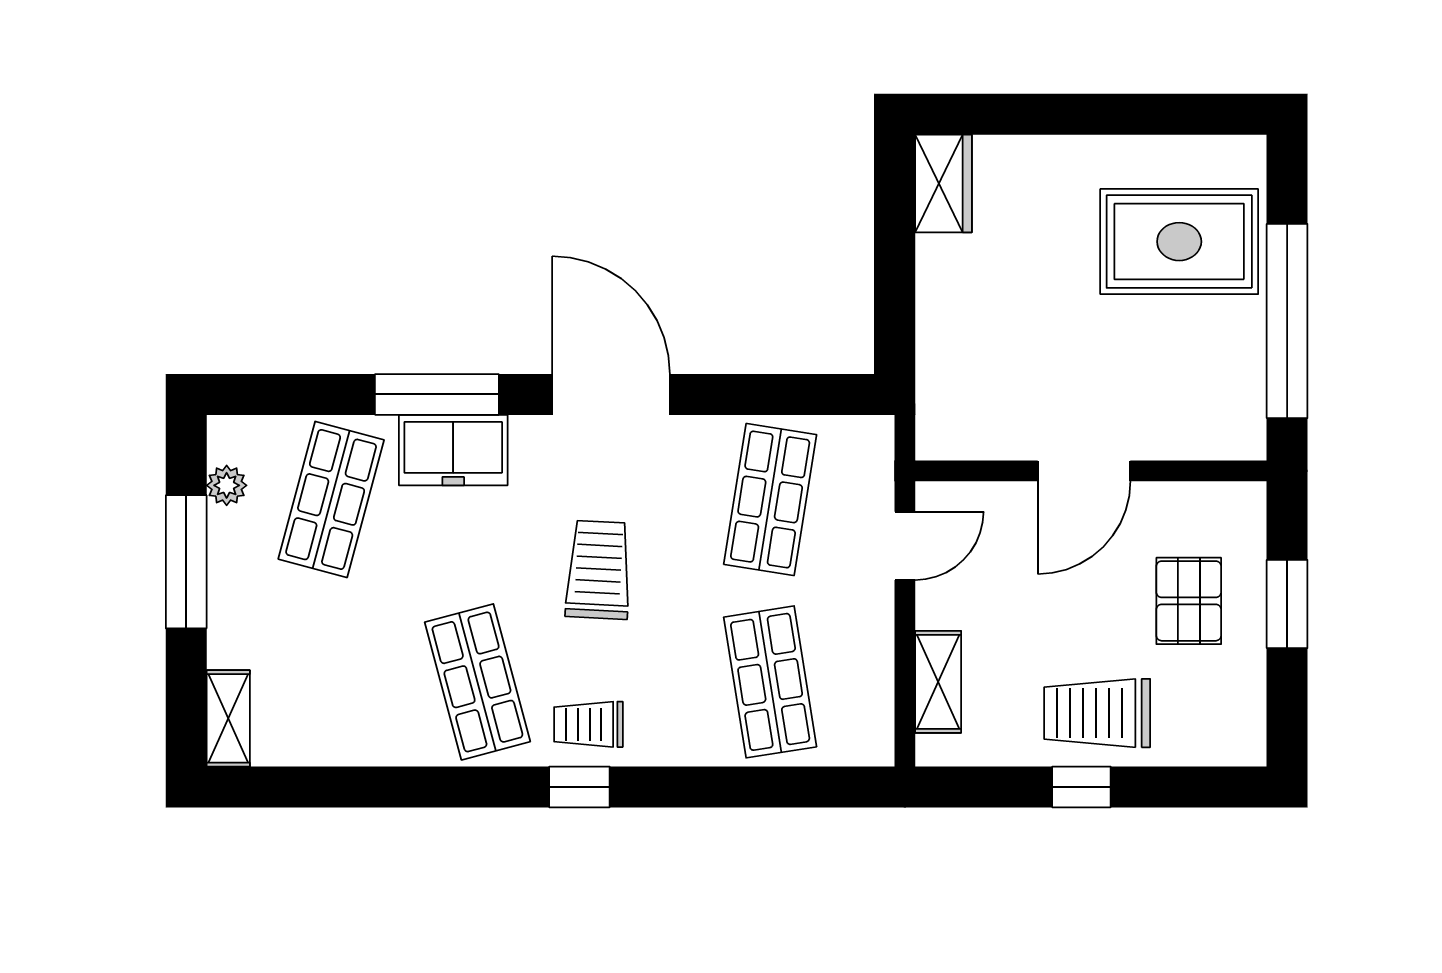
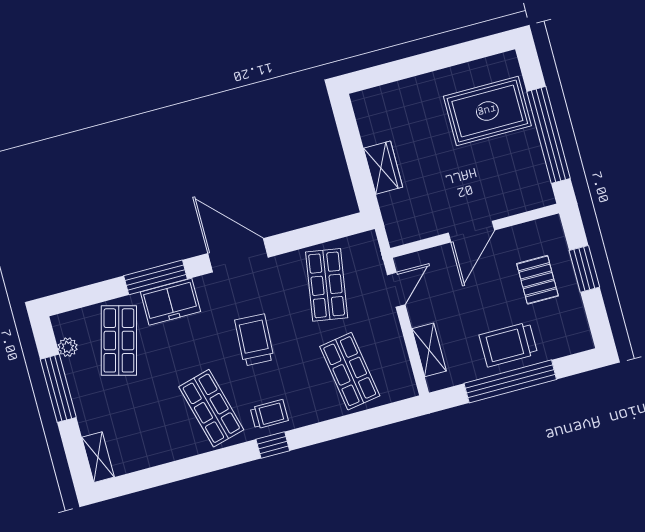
wardrobe: (943, 184) -> (383, 168), moved
trolley: (588, 724) -> (269, 414), turned 180
window: (1081, 787) -> (510, 381), width x3.17

